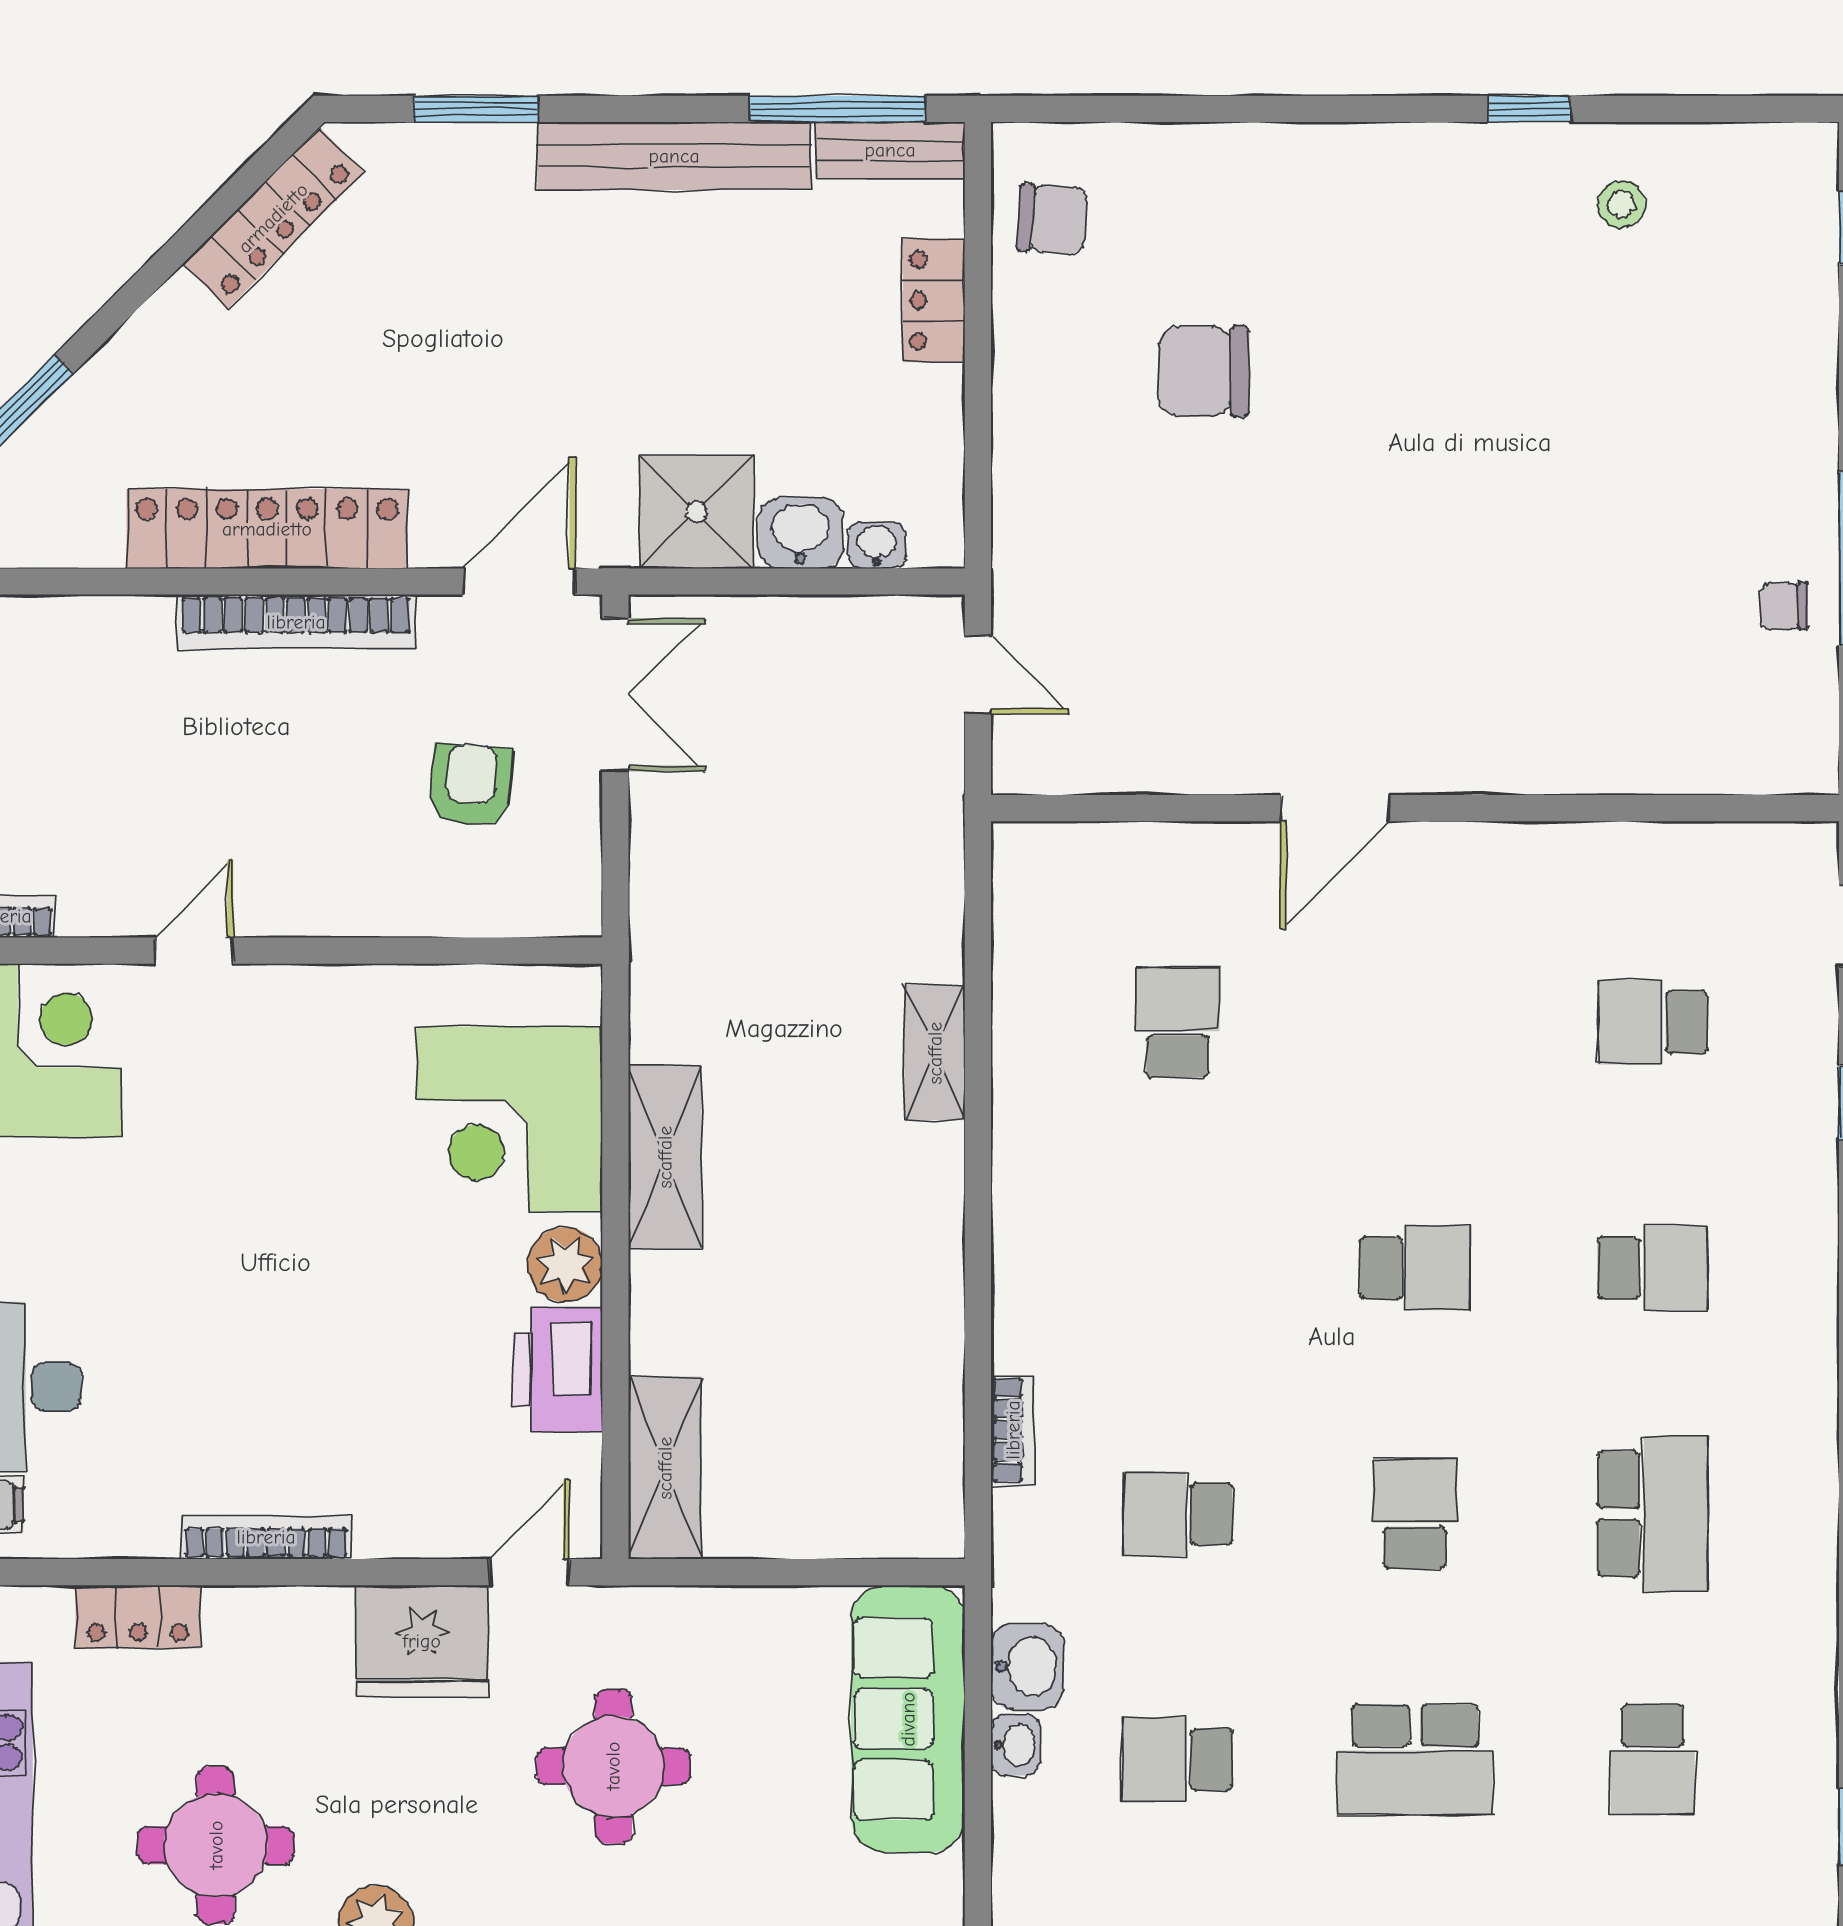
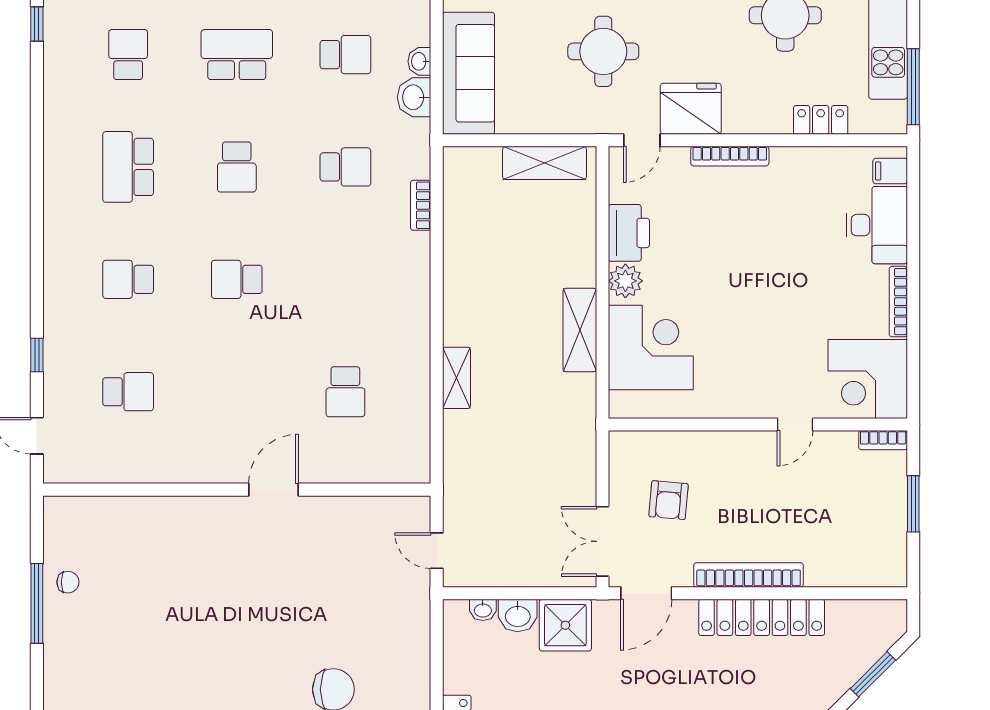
shelving: (665, 1468) -> (545, 163), moved, turned 90
bookcase: (266, 1537) -> (730, 156), moved

